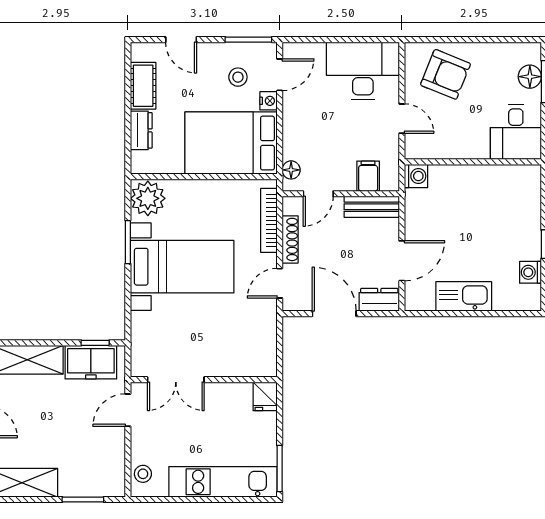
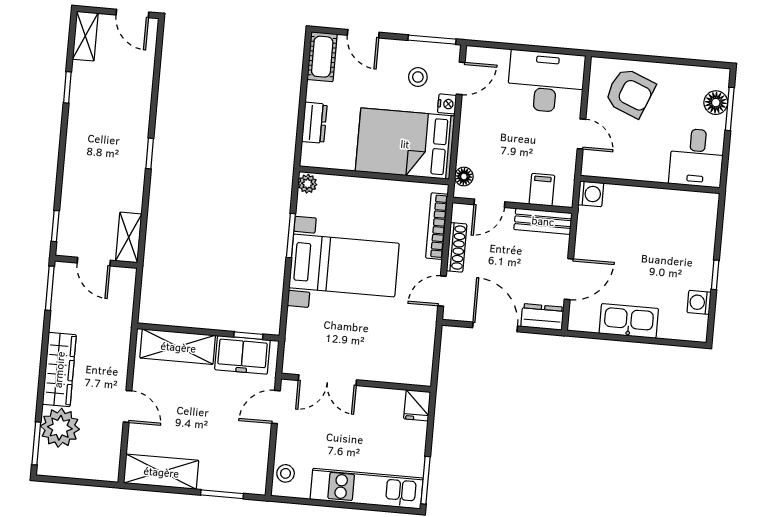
cot: (143, 86) -> (322, 57), moved
plant: (148, 198) -> (308, 184), width x0.53, depth x0.53

